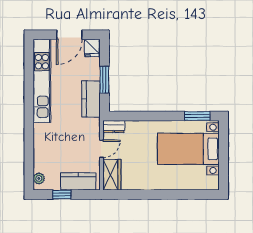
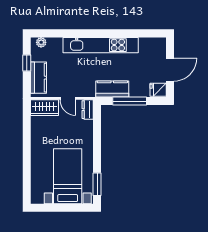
door: (69, 35) -> (170, 70), swing flipped
window: (104, 80) -> (130, 101), width x1.44
kitchen unit: (42, 81) -> (101, 45), moved

